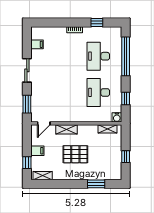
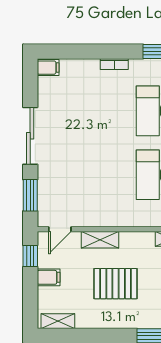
filing cabinet: (37, 44) -> (48, 68), moved
sliding door: (27, 70) -> (30, 136), width x1.37
window: (27, 163) -> (30, 256), moved

